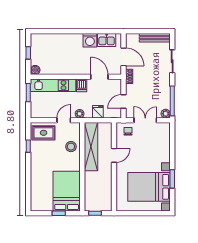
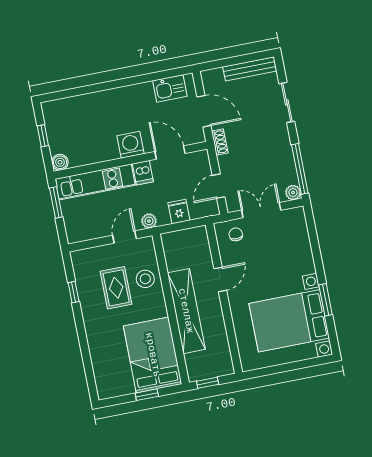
washing machine: (90, 40) -> (131, 145), moved, turned 180
rug: (44, 133) -> (116, 288), moved, turned 90
shelving: (91, 147) -> (186, 311), moved

